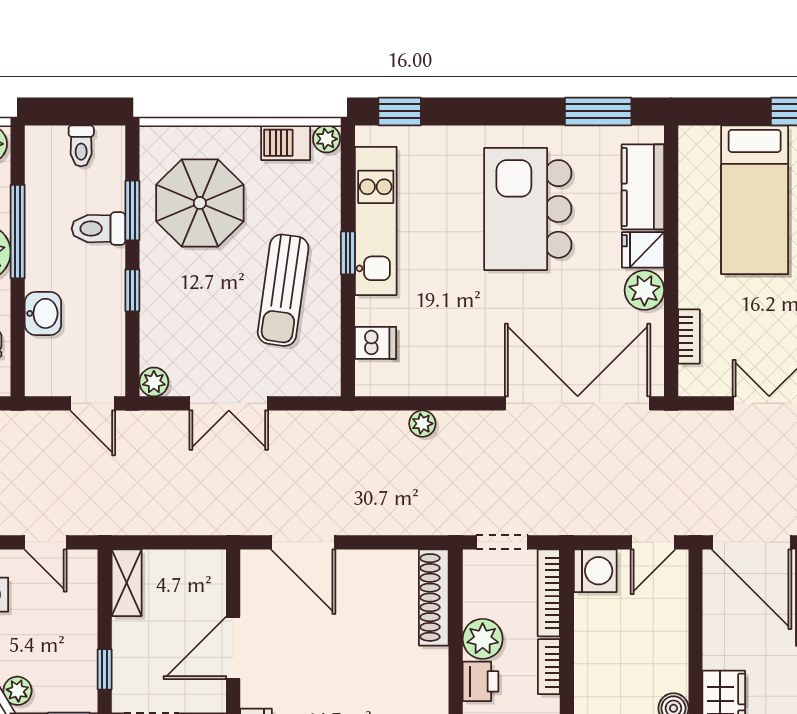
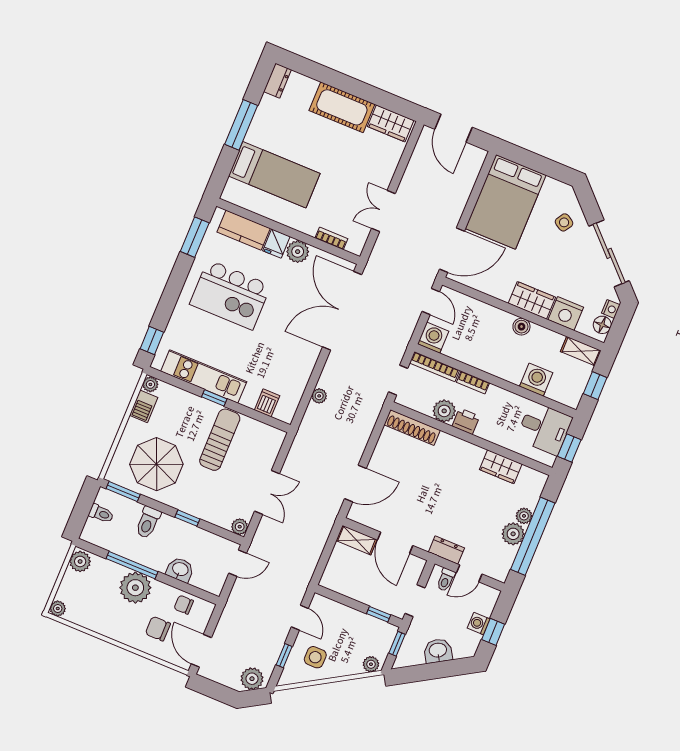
window: (132, 211) -> (123, 491), moved
sun lounger: (283, 290) -> (220, 440), turned -98
door: (46, 542) -> (300, 618), hinge flipped
shelving: (127, 583) -> (357, 540), moved

